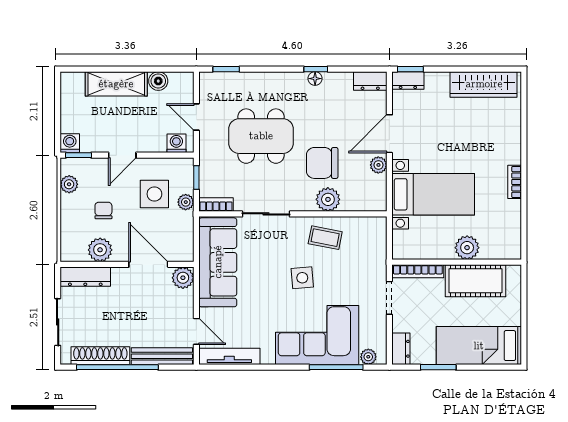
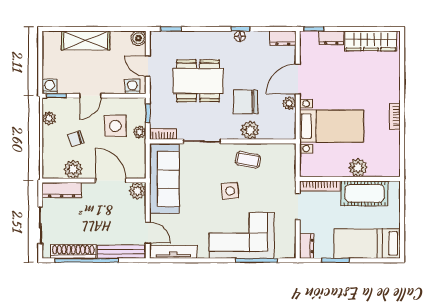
dresser: (408, 80) -> (331, 38), moved
boiler: (158, 81) -> (138, 38), moved
chair: (103, 210) -> (76, 139), turned -107
plant: (368, 357) -> (281, 252), removed

